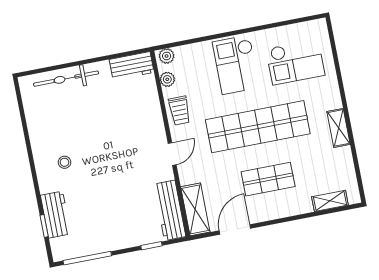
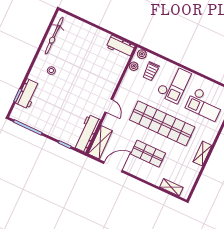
checkout: (236, 65) -> (174, 84), turned 180
bicycle: (66, 79) -> (54, 36), moved, turned -90
trolley: (179, 111) -> (151, 71), moved
door: (172, 154) -> (109, 106), hinge flipped

